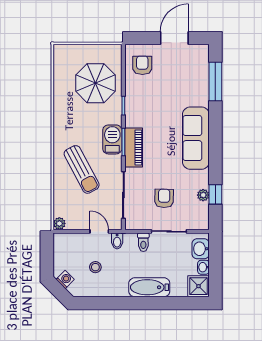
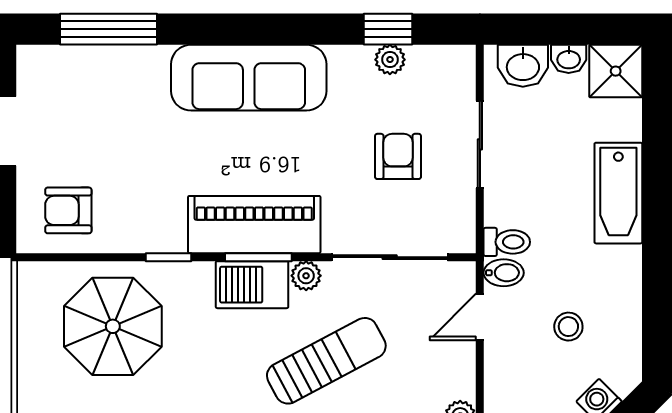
piano: (134, 147) -> (254, 225), width x1.37, depth x1.33
plant: (116, 161) -> (306, 276), added
armchair: (164, 198) -> (398, 156), turned 89
toilet: (143, 242) -> (507, 242), moved

